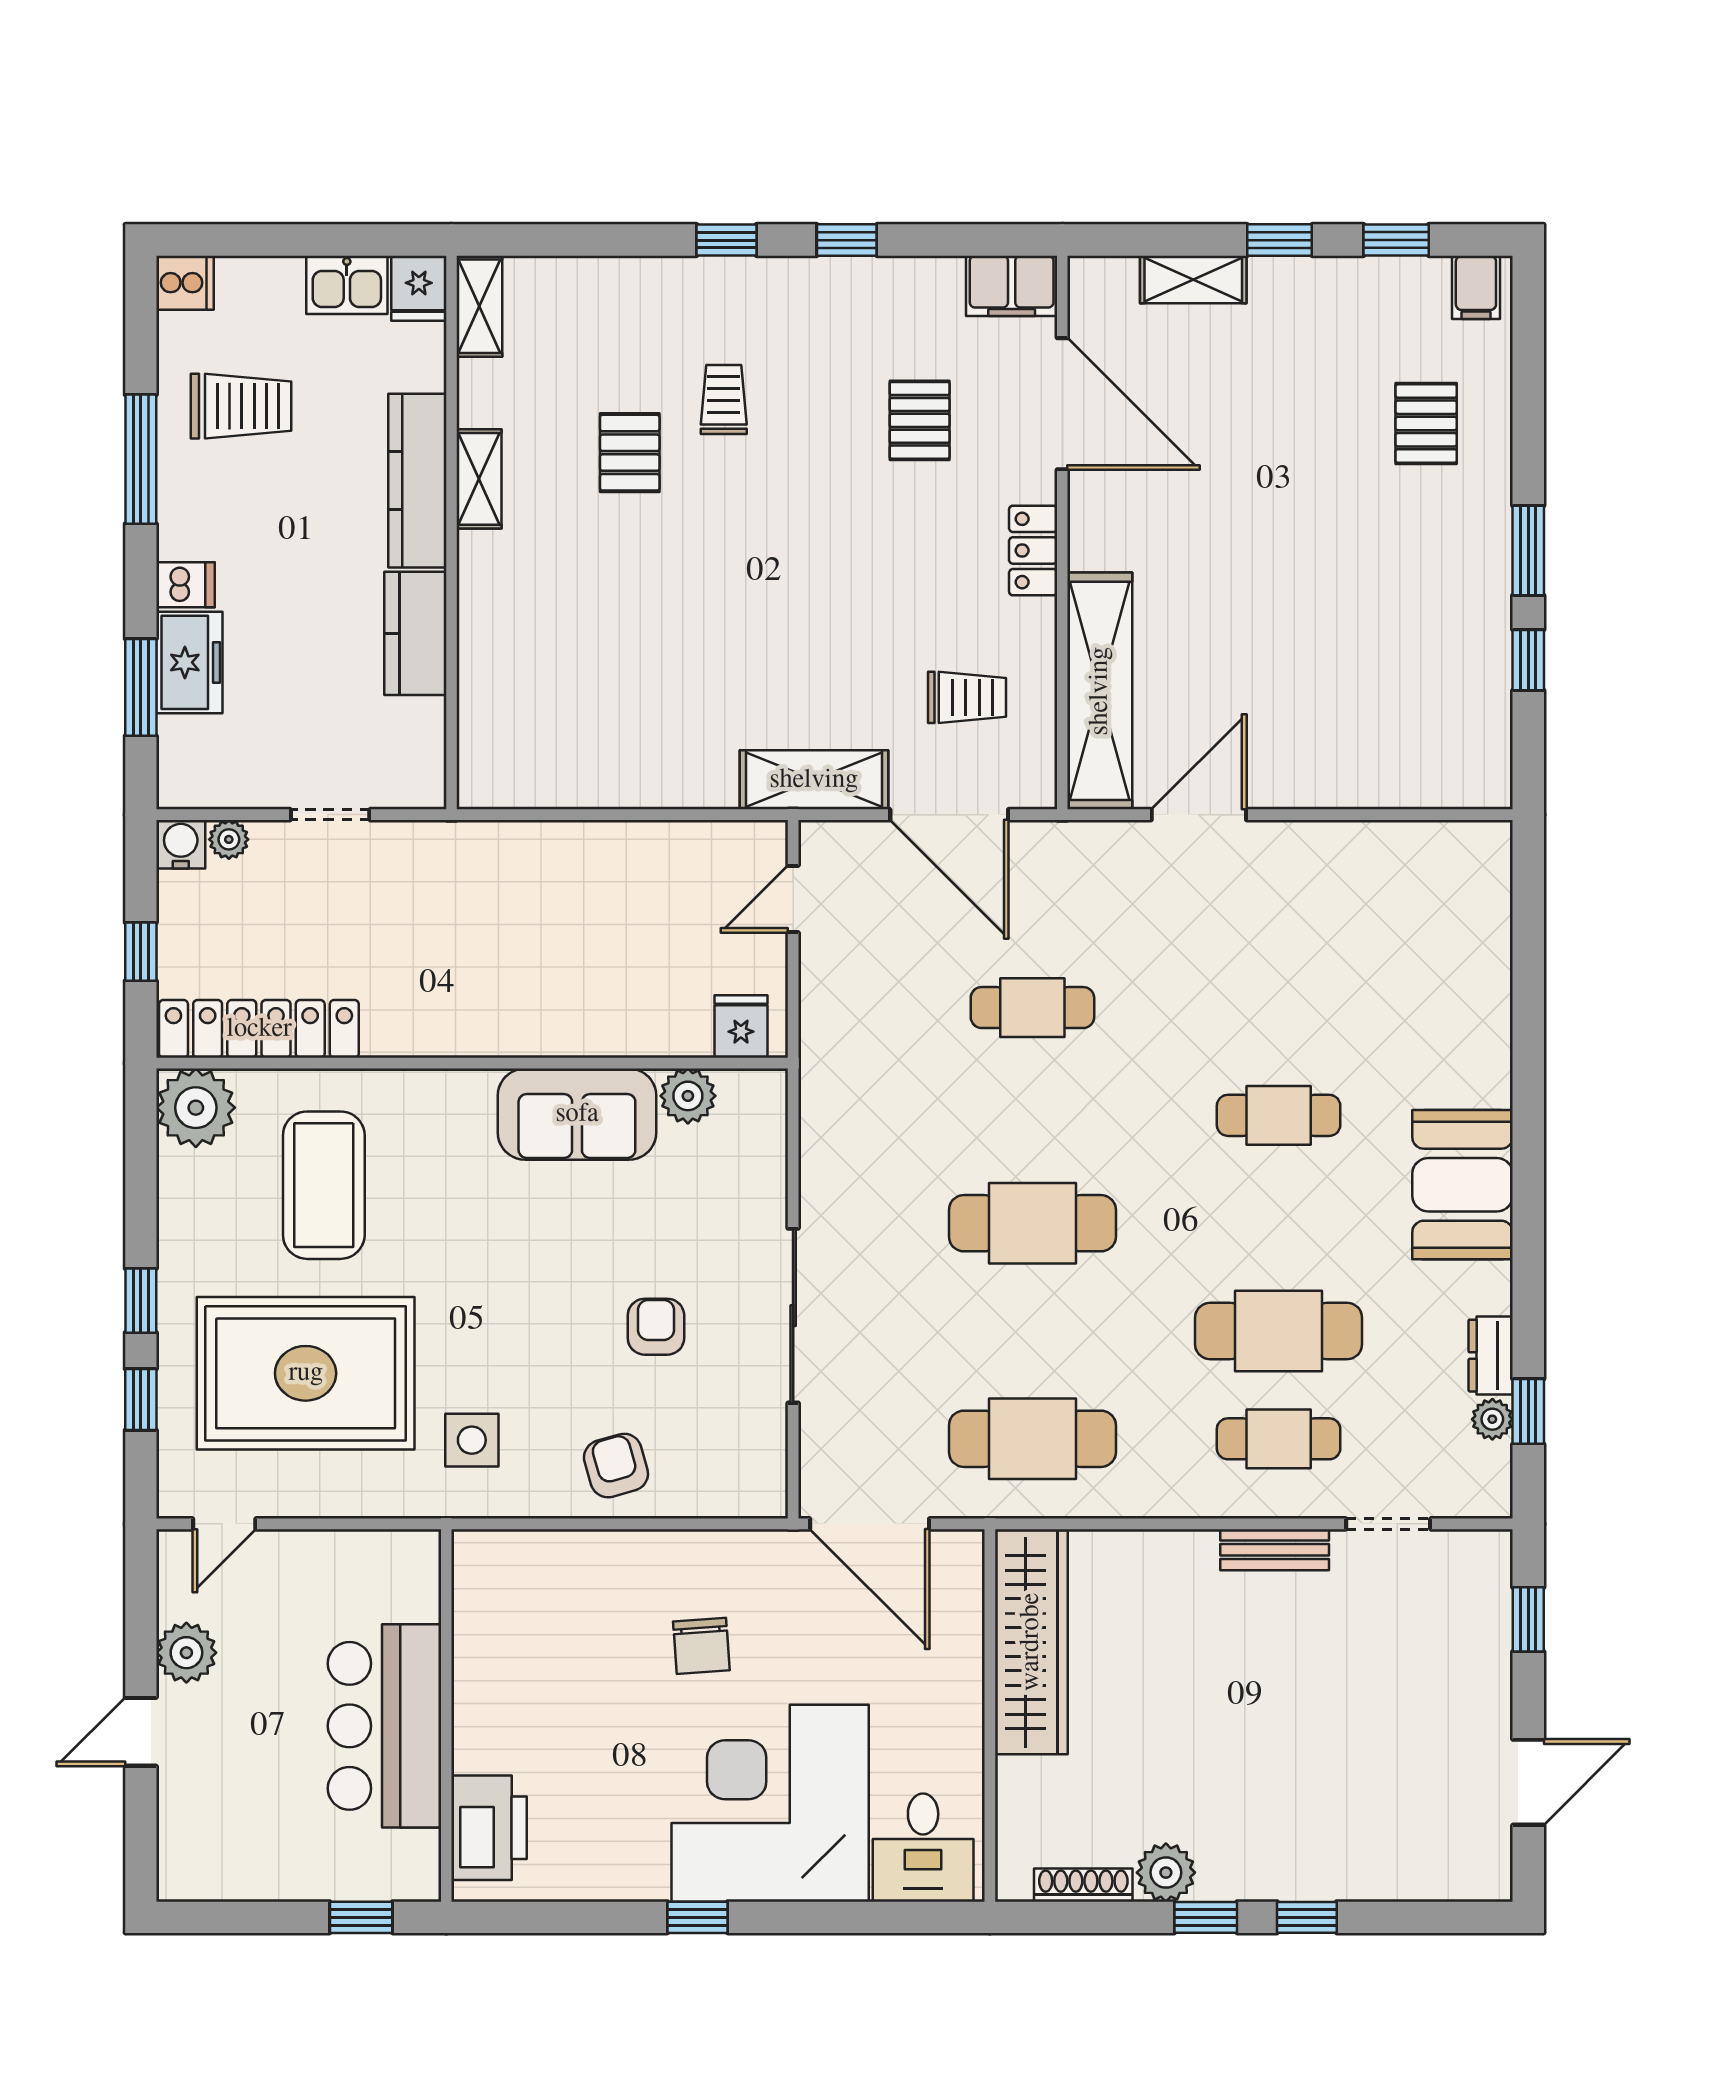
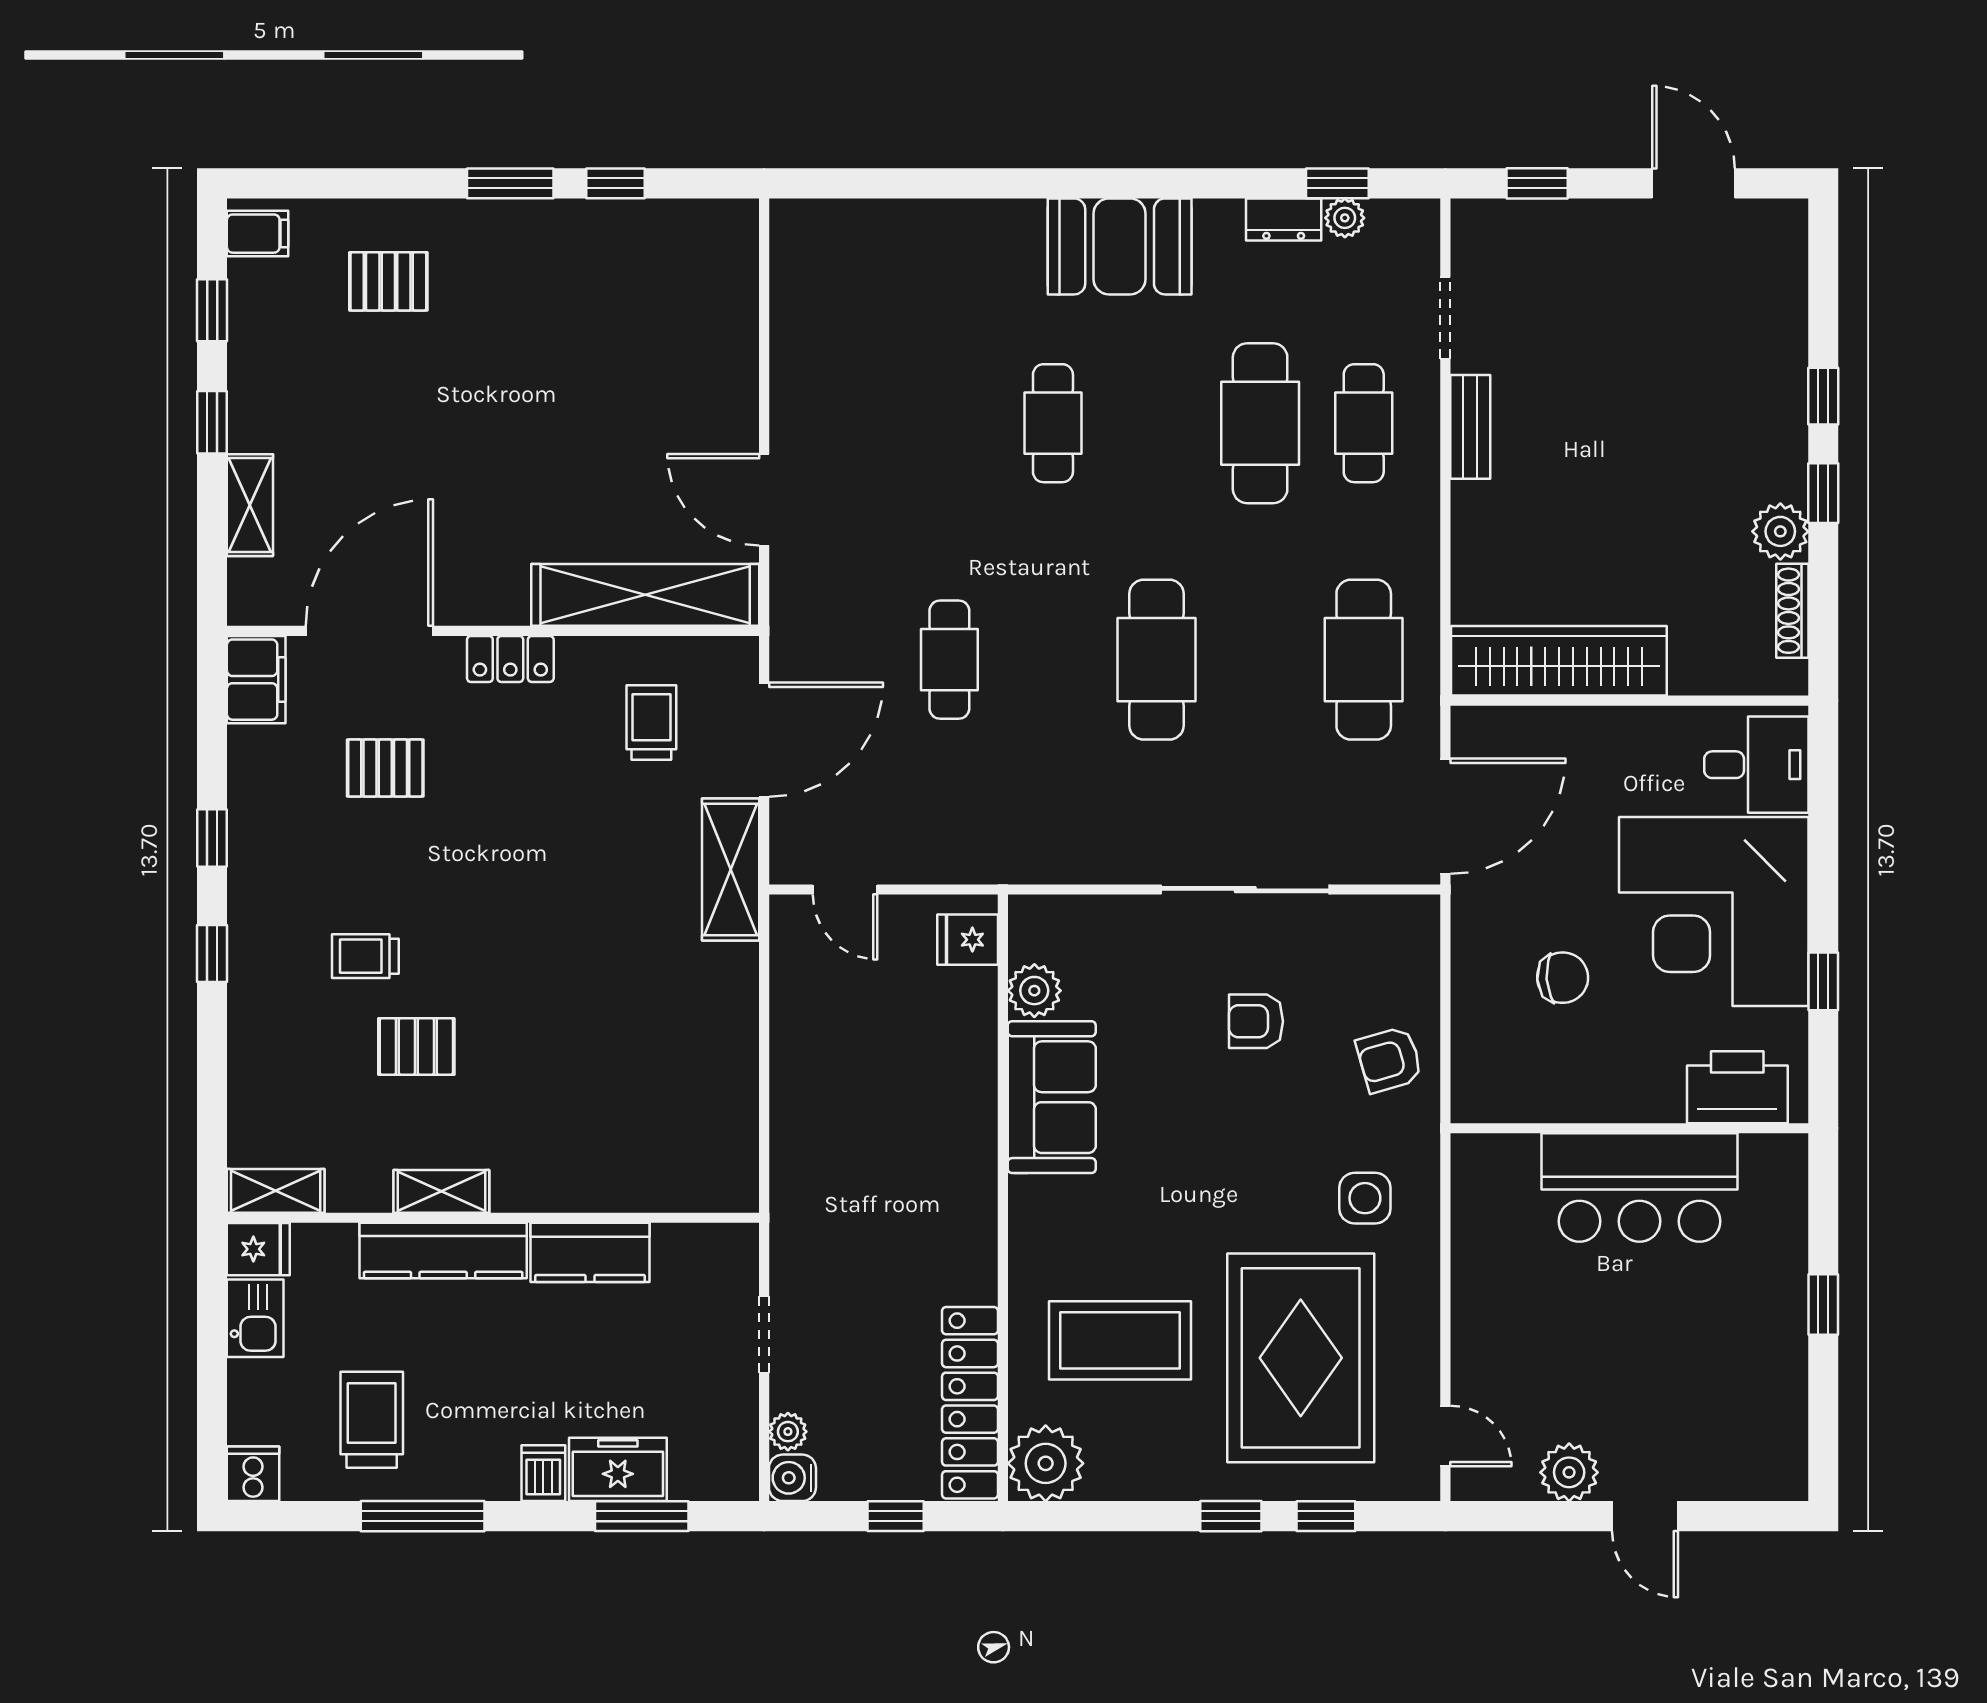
wall: (446, 1715) -> (1629, 1128), moved
bar counter: (384, 1726) -> (1639, 1188), moved
printer: (489, 1828) -> (1737, 1087), moved

